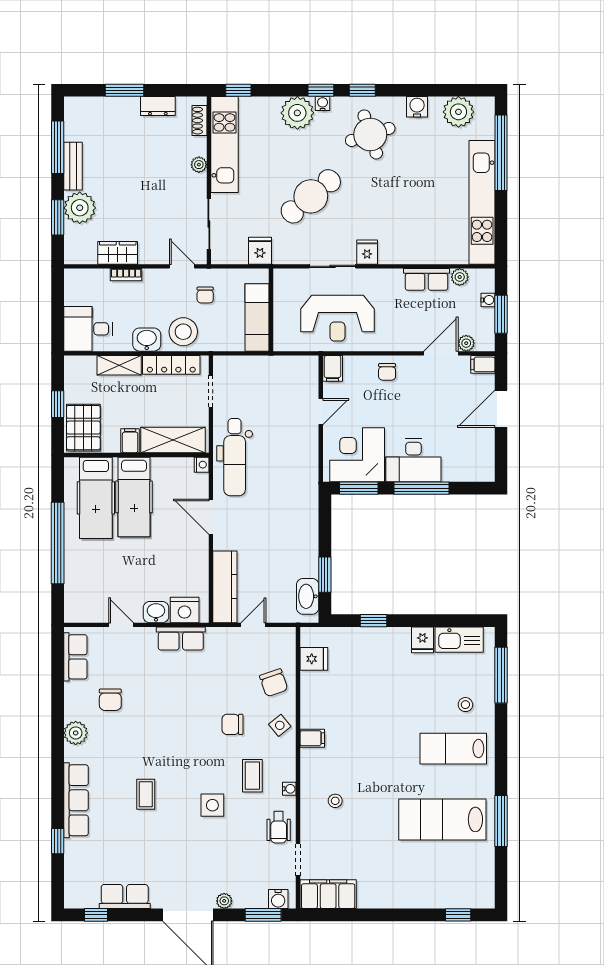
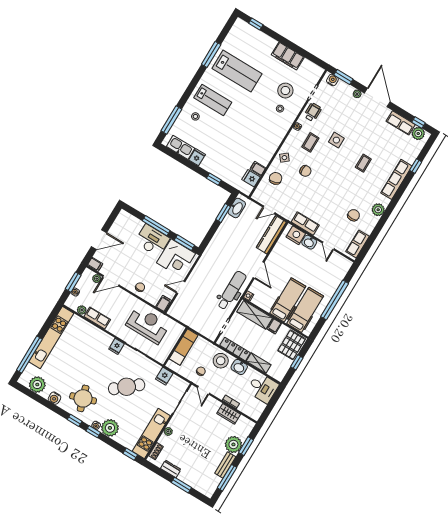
filing cabinet: (312, 738) -> (258, 169), moved
stool: (344, 836) -> (285, 91), added
filing cabinet: (328, 894) -> (288, 56), moved
plant: (86, 897) -> (418, 134), added

